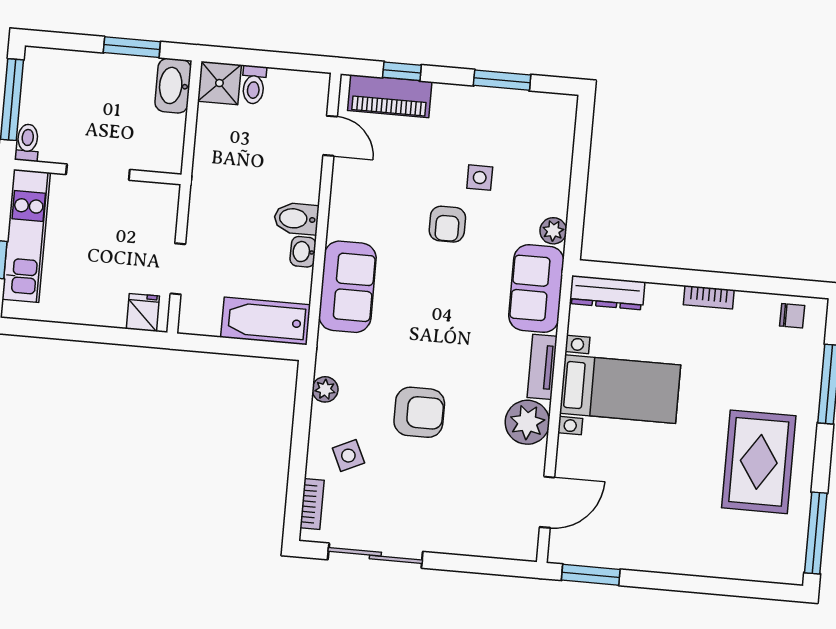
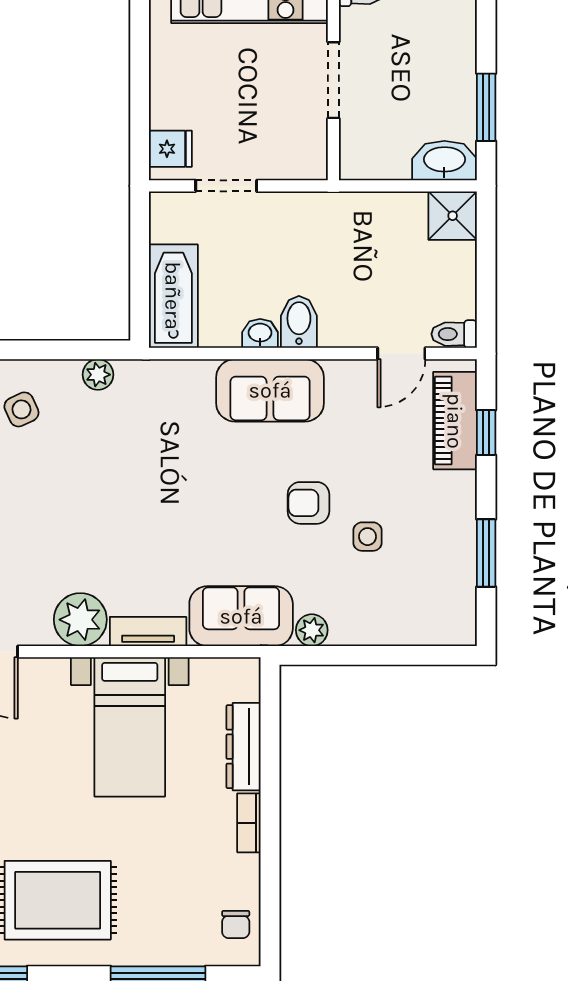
toilet: (254, 85) -> (454, 334), moved
sofa: (347, 287) -> (270, 390), moved
dresser: (607, 293) -> (244, 747), moved
armchair: (419, 412) -> (81, 489), removed

